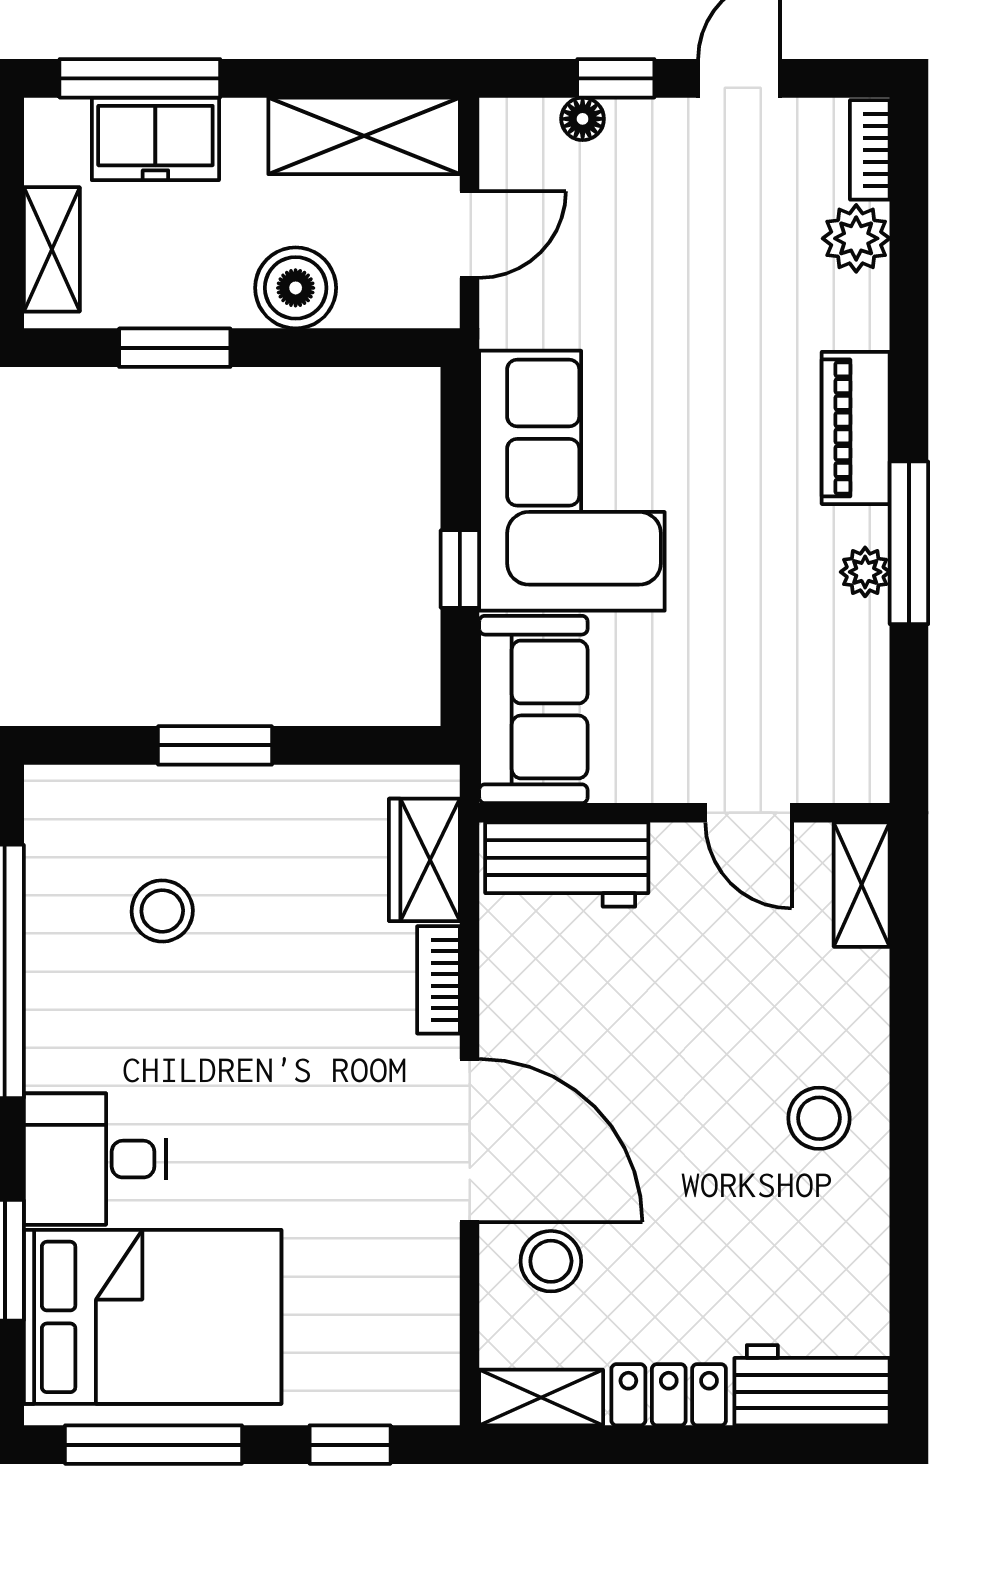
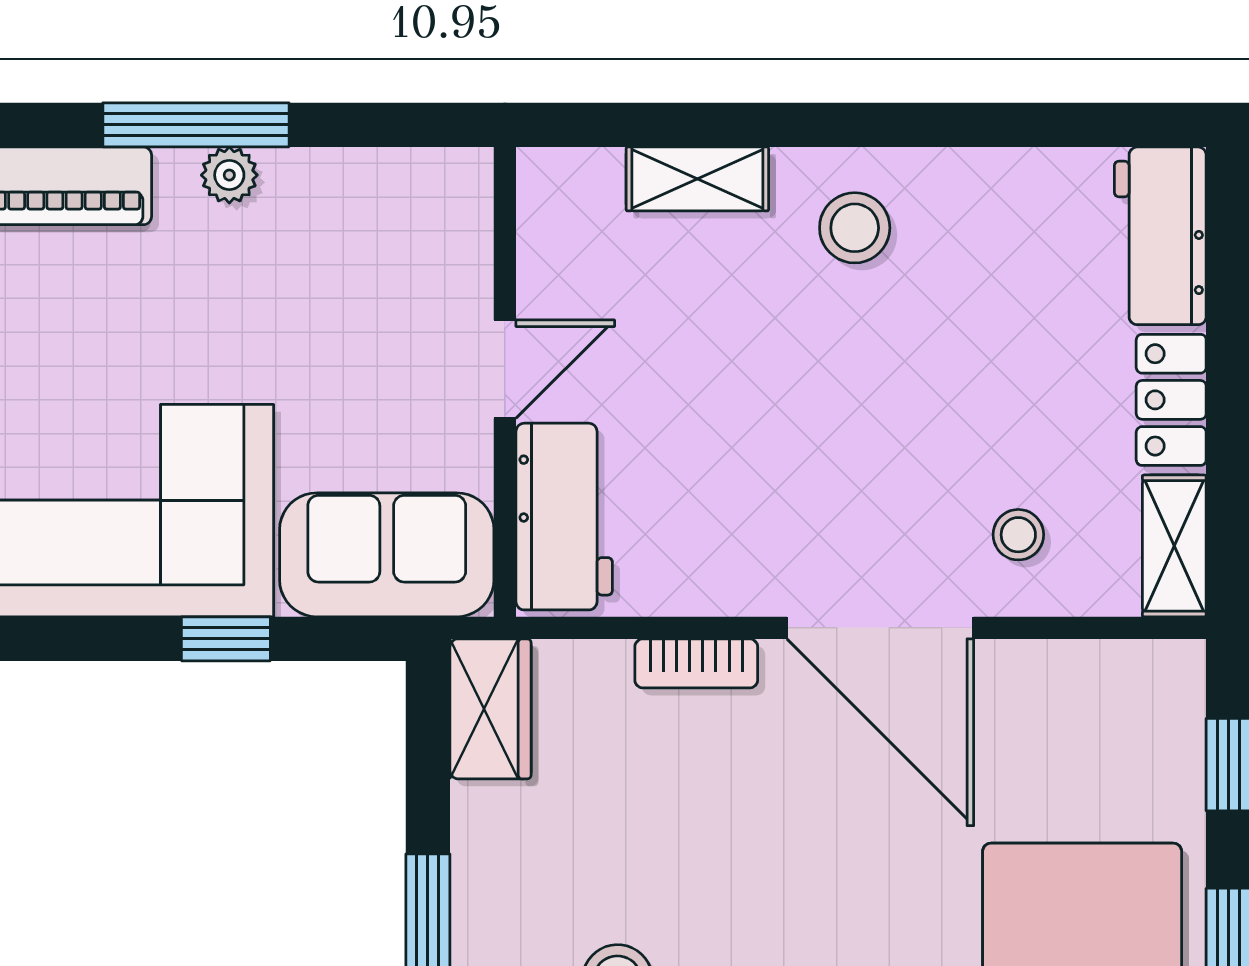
door: (748, 813) -> (505, 369), moved
wardrobe: (424, 860) -> (491, 709), moved, turned -90
shelving: (862, 885) -> (697, 179), moved
door: (470, 1141) -> (880, 628), swing flipped
stool: (551, 1261) -> (1018, 535), width x0.73, depth x0.73

